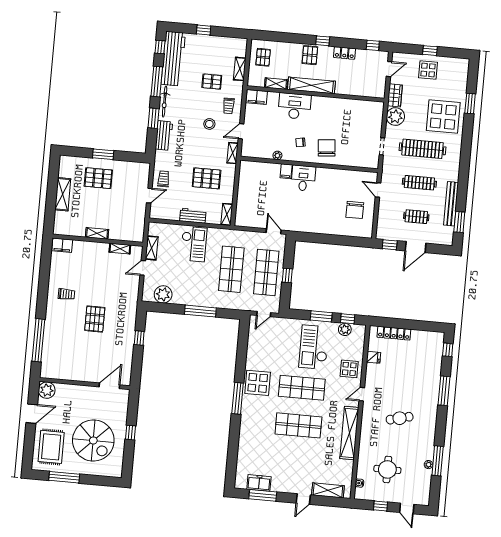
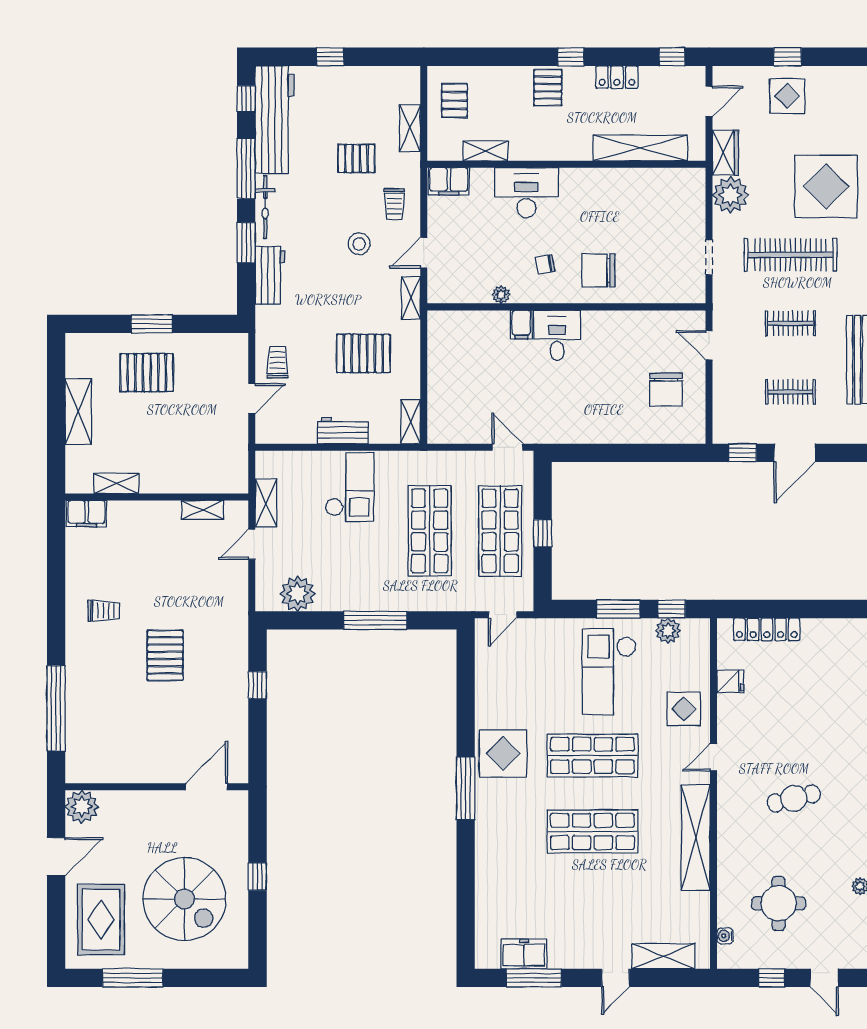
shelving: (311, 85) -> (640, 148), moved
chair: (327, 148) -> (598, 270), turned -85
clothes rail: (419, 183) -> (790, 323), width x0.73
shelving: (97, 233) -> (116, 483), moved

